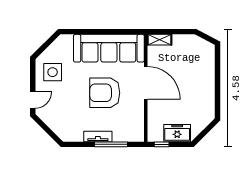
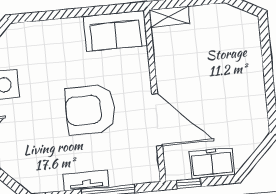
sofa: (109, 48) -> (115, 31), width x0.54, depth x0.79
door: (146, 83) -> (157, 120), moved

